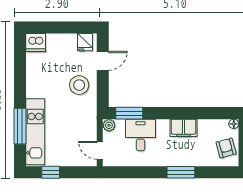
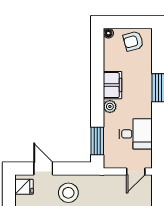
plant: (109, 125) -> (110, 106), moved
desk: (140, 135) -> (136, 134), moved, turned 180

